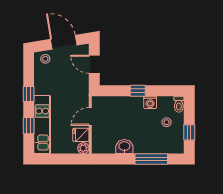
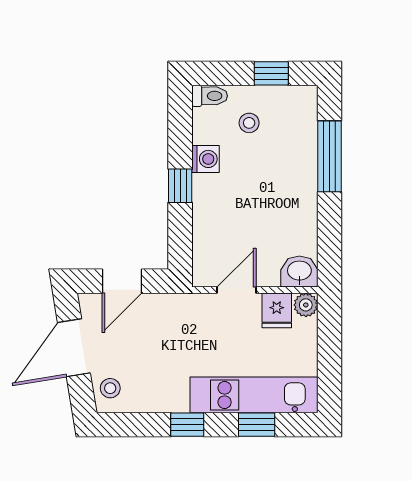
door: (90, 116) -> (236, 290), swing flipped
washbasin: (124, 147) -> (299, 271), moved, turned 90

